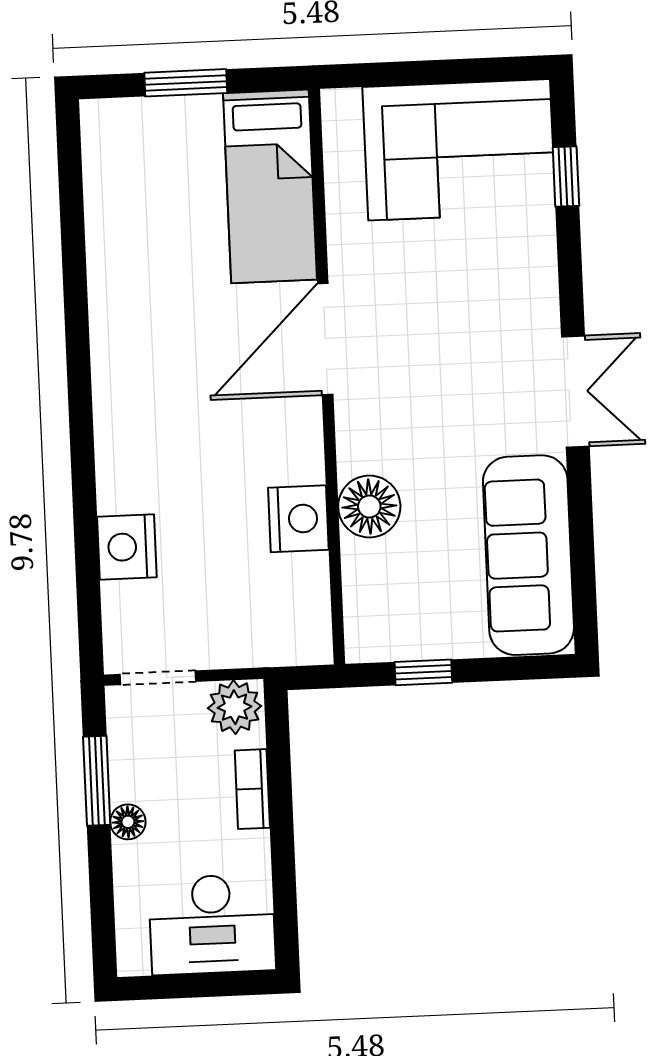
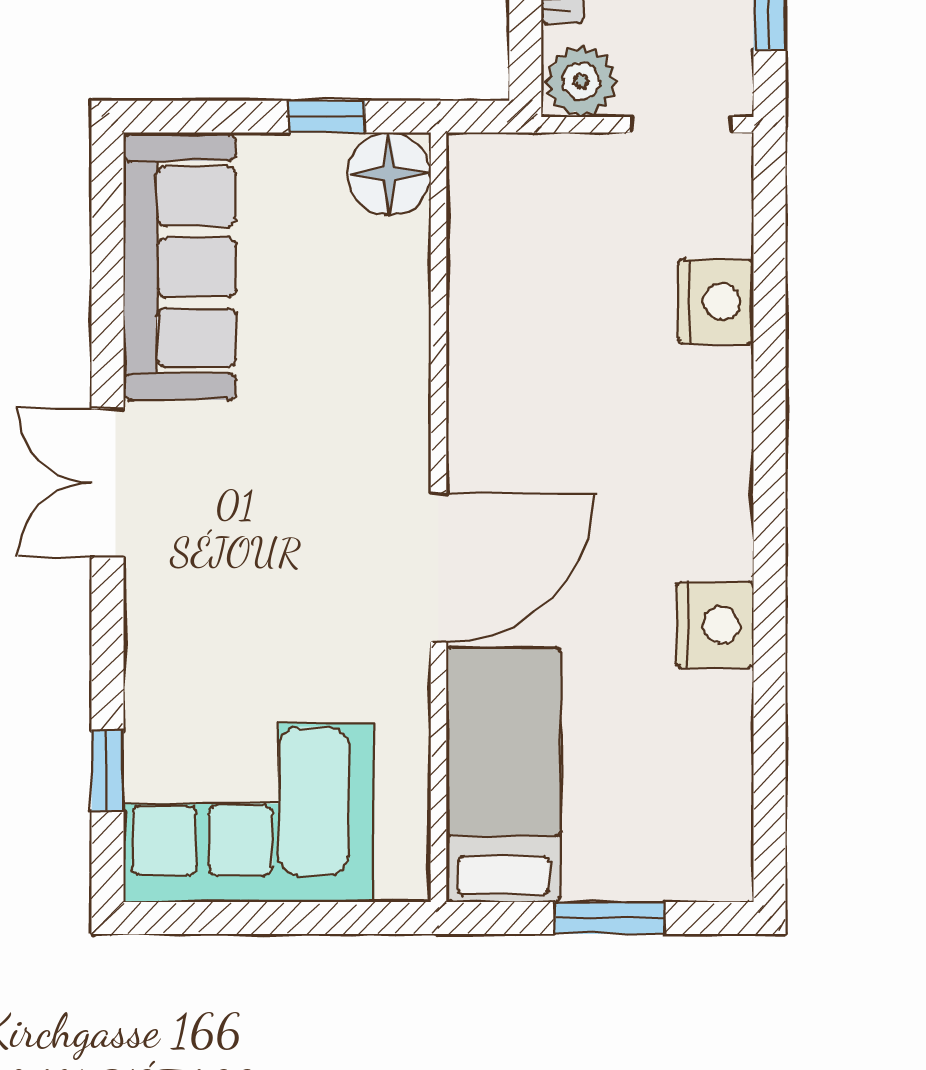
floor lamp: (369, 506) -> (389, 174), moved
nightstand: (298, 519) -> (715, 625), moved, turned 180

